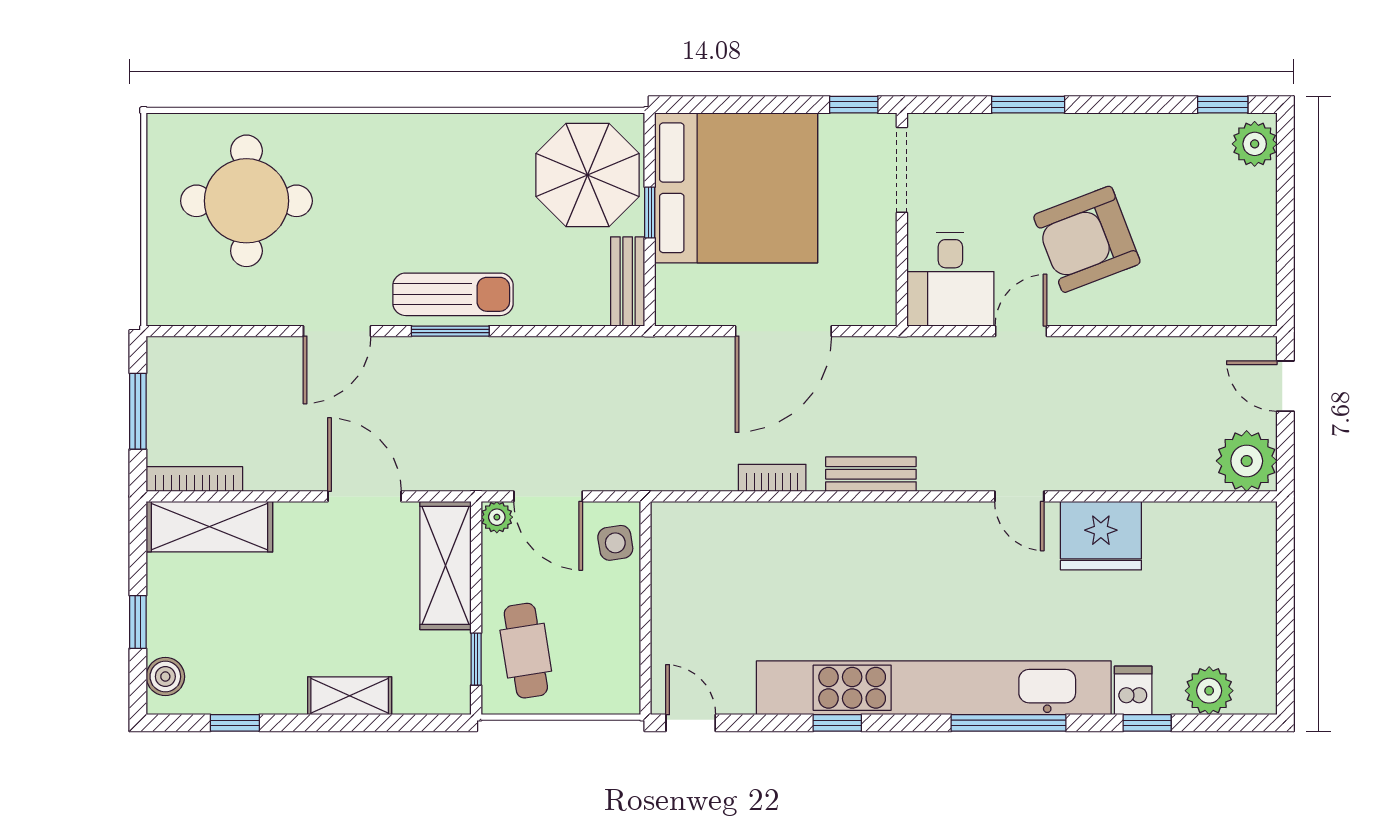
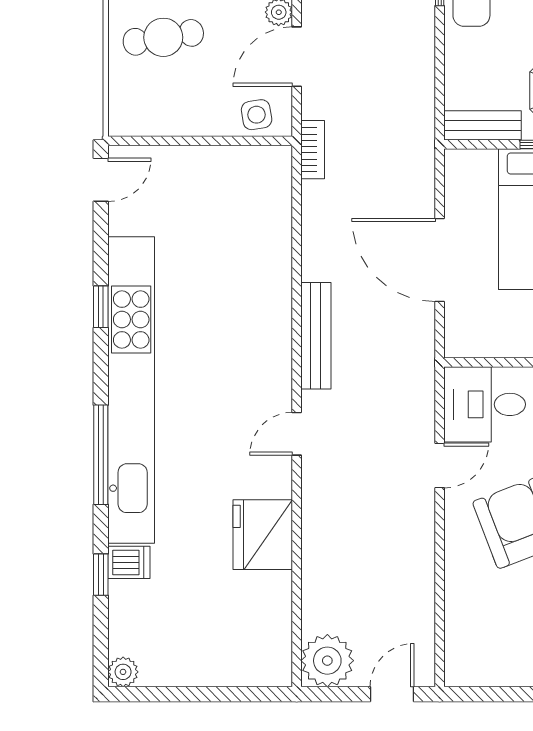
door: (1021, 331) -> (440, 465), hinge flipped
bench: (871, 474) -> (316, 336), width x1.36
bookcase: (772, 478) -> (313, 150), moved
door: (1019, 496) -> (297, 434), moved
plant: (1209, 691) -> (123, 672), moved, width x0.73, depth x0.73

